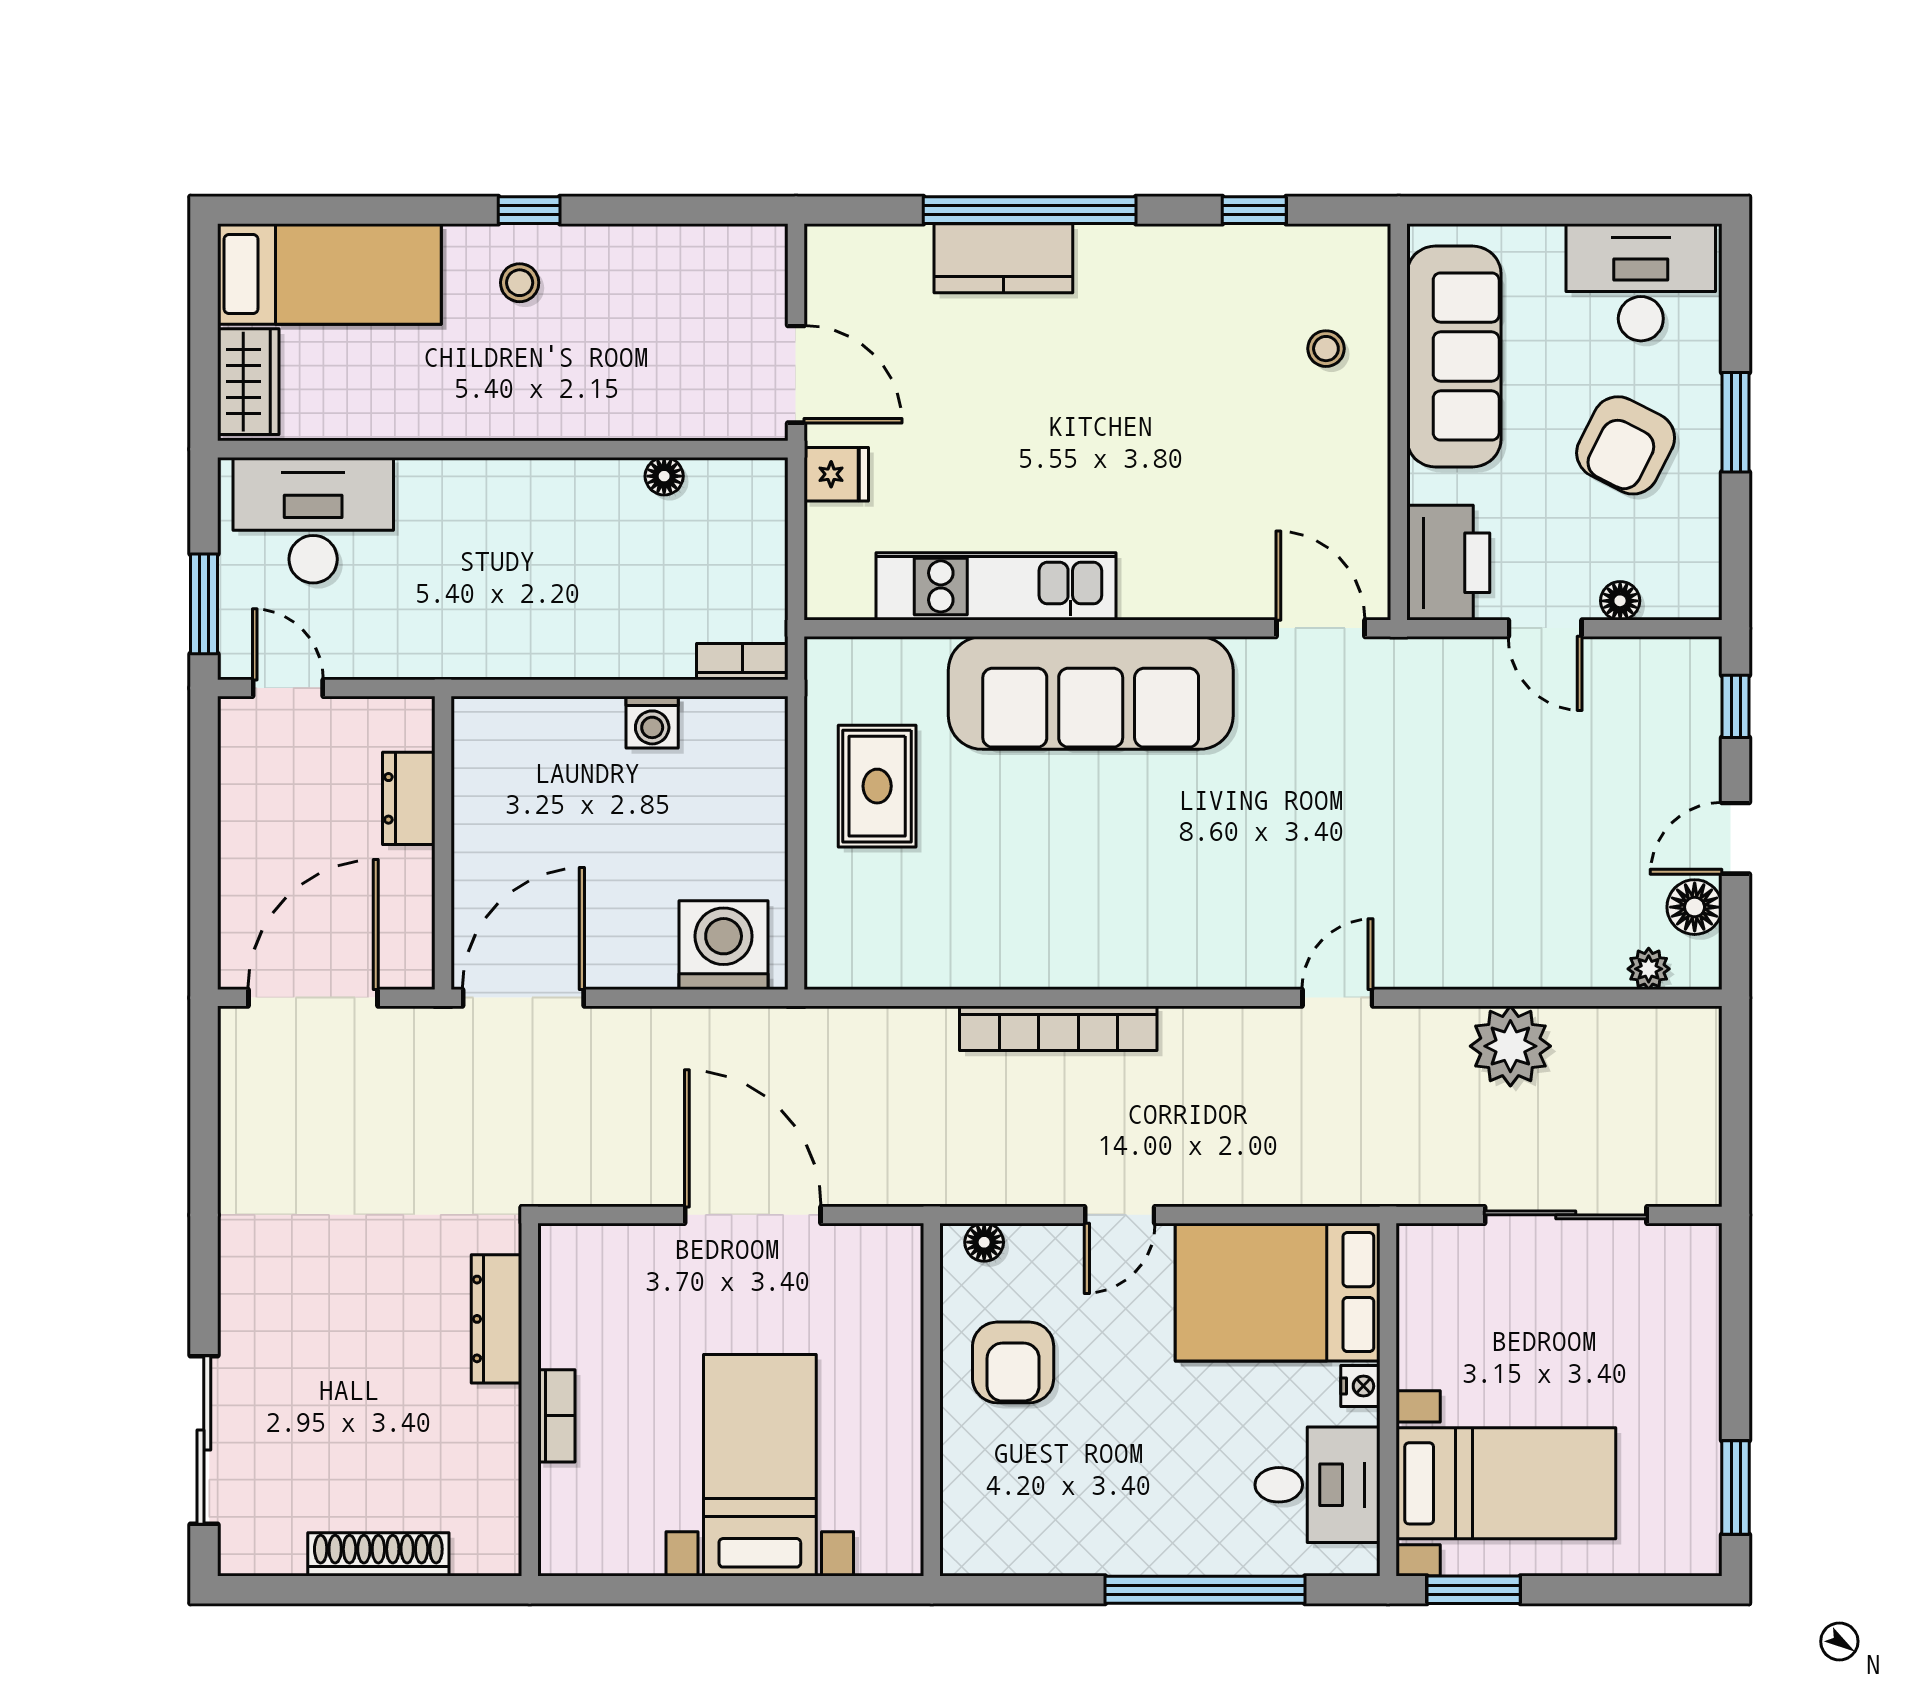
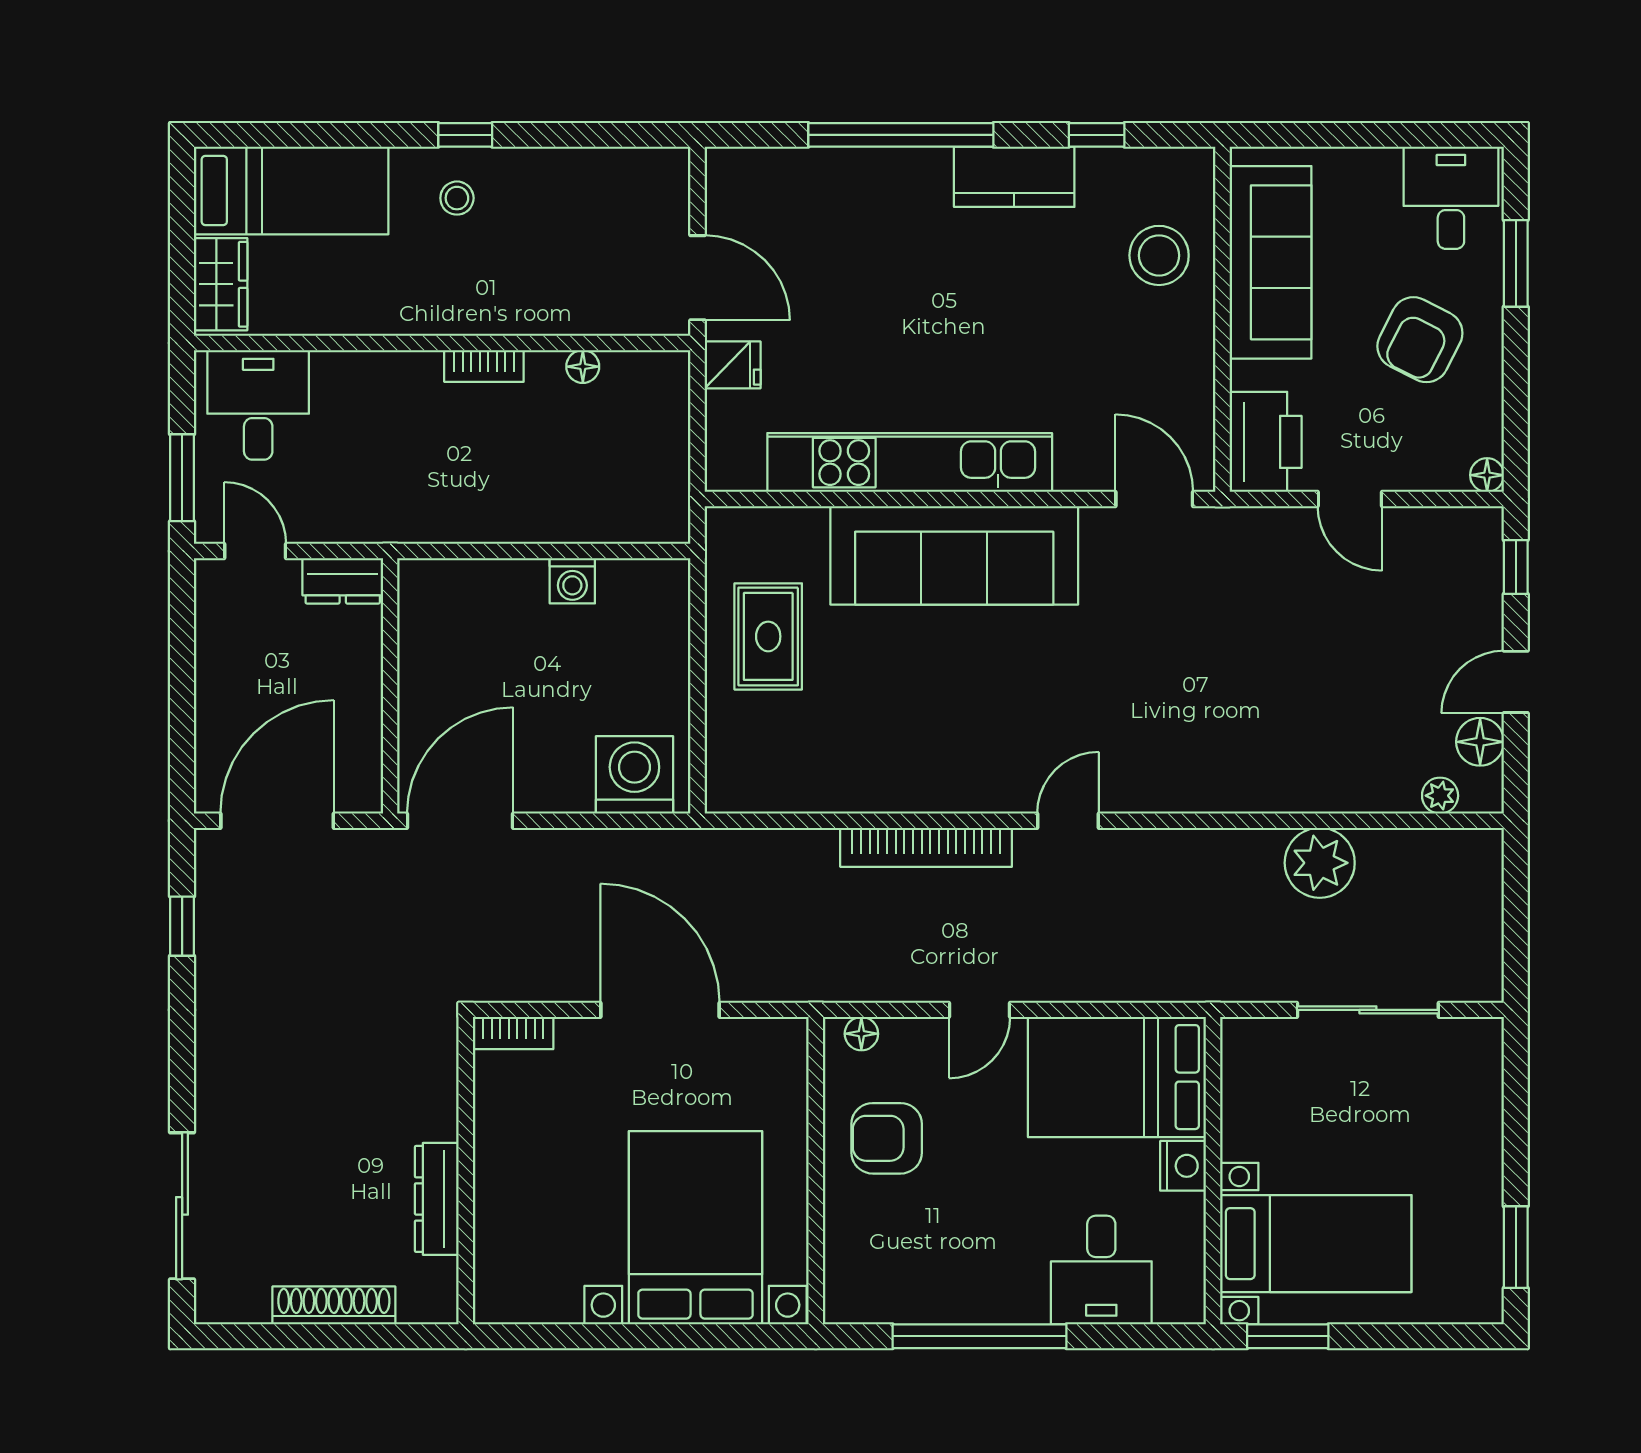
kitchen counter: (1003, 258) -> (1014, 177), moved
desk: (1641, 282) -> (1451, 198), width x0.73
stool: (1326, 349) -> (1159, 255), width x1.89, depth x1.89
window: (1736, 422) -> (1516, 263), moved
desk: (313, 520) -> (258, 405), width x0.73
kitchen unit: (996, 586) -> (910, 463), width x1.36
floor lamp: (1620, 601) -> (1487, 475), moved
bookcase: (742, 662) -> (484, 366), moved, turned 180
dresser: (409, 798) -> (343, 581), moved, turned -90
door: (1337, 998) -> (1068, 821), moved
window: (204, 1119) -> (182, 926), added
dresser: (497, 1319) -> (437, 1199), moved
armchair: (1013, 1362) -> (887, 1138), turned 90
nightstand: (1360, 1386) -> (1183, 1166), width x1.39, depth x1.35
bookcase: (556, 1416) -> (513, 1033), moved, turned 90
bed with nightstands: (760, 1465) -> (695, 1228), width x1.36
desk: (1317, 1485) -> (1101, 1270), moved, turned 90
window: (1205, 1590) -> (980, 1336), moved

